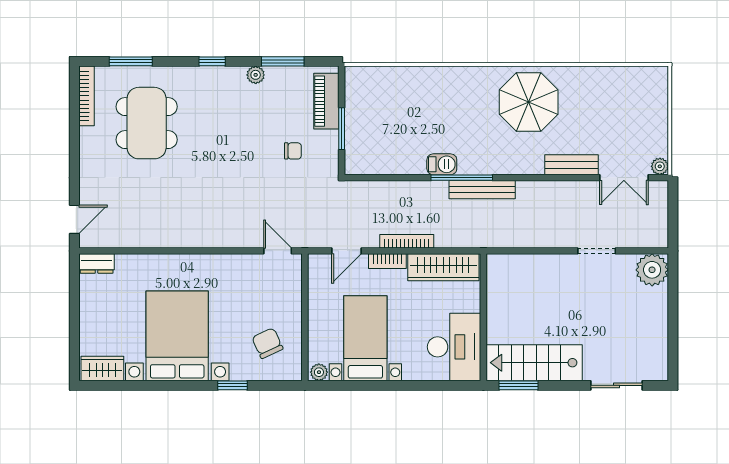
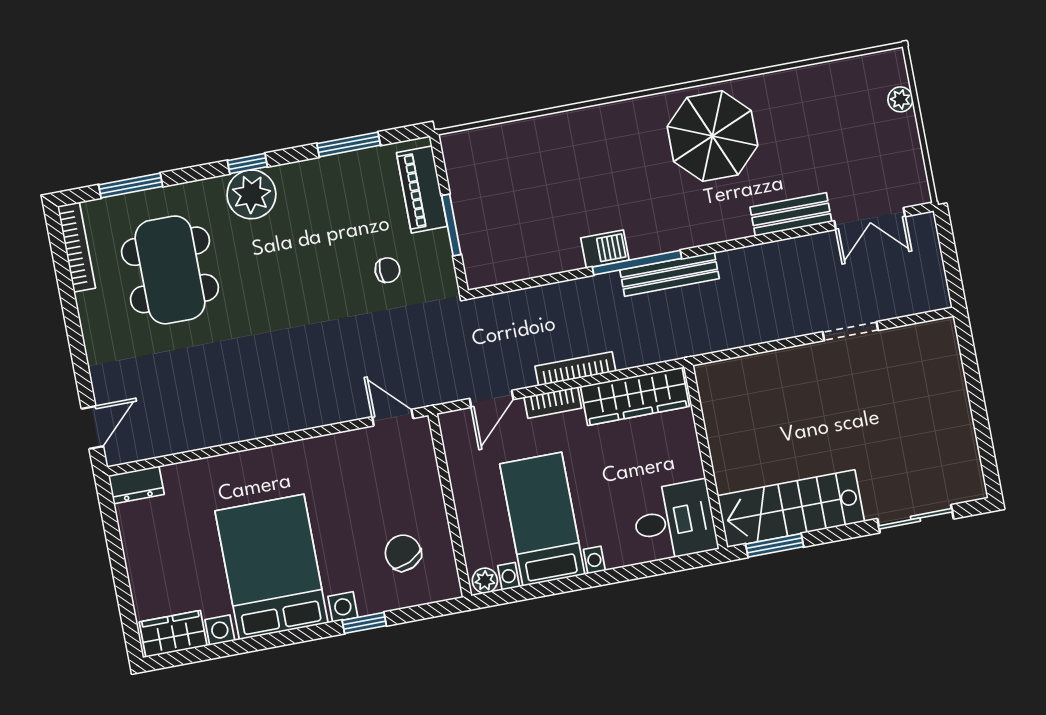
plant: (256, 75) -> (251, 194), moved, width x1.88, depth x1.88
plant: (660, 166) -> (900, 99), moved
plant: (652, 270) -> (935, 343), removed
desk: (454, 347) -> (674, 521), width x0.73

